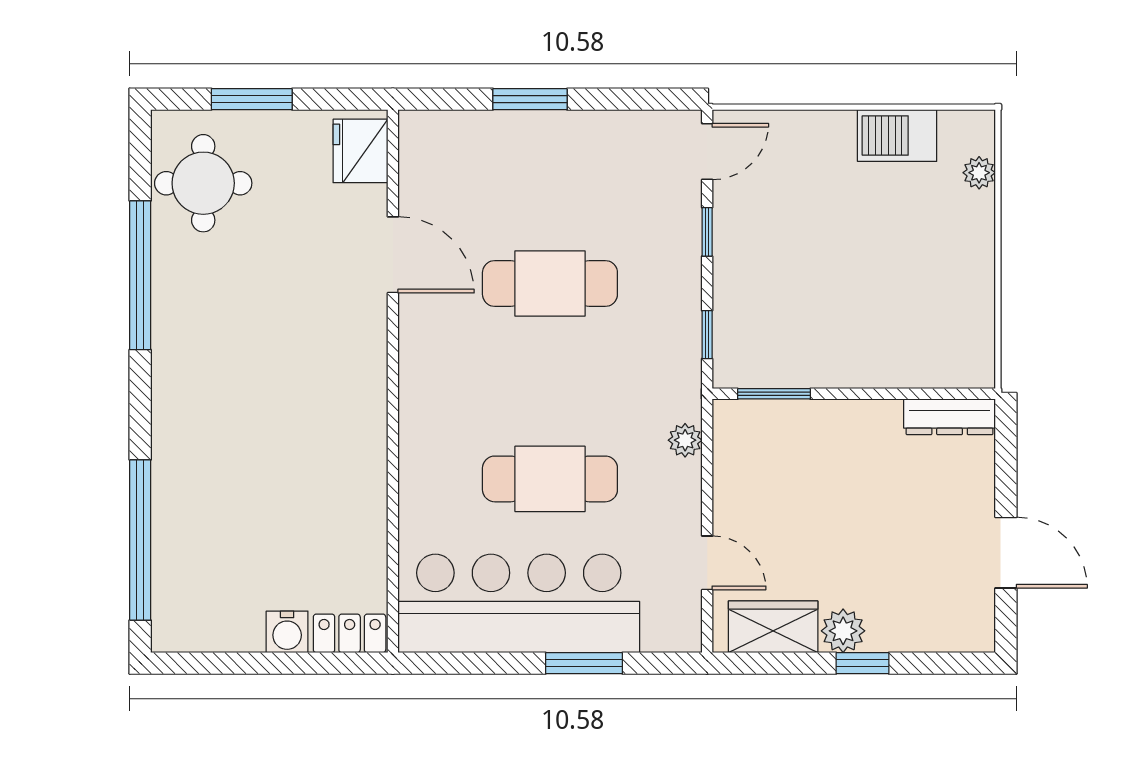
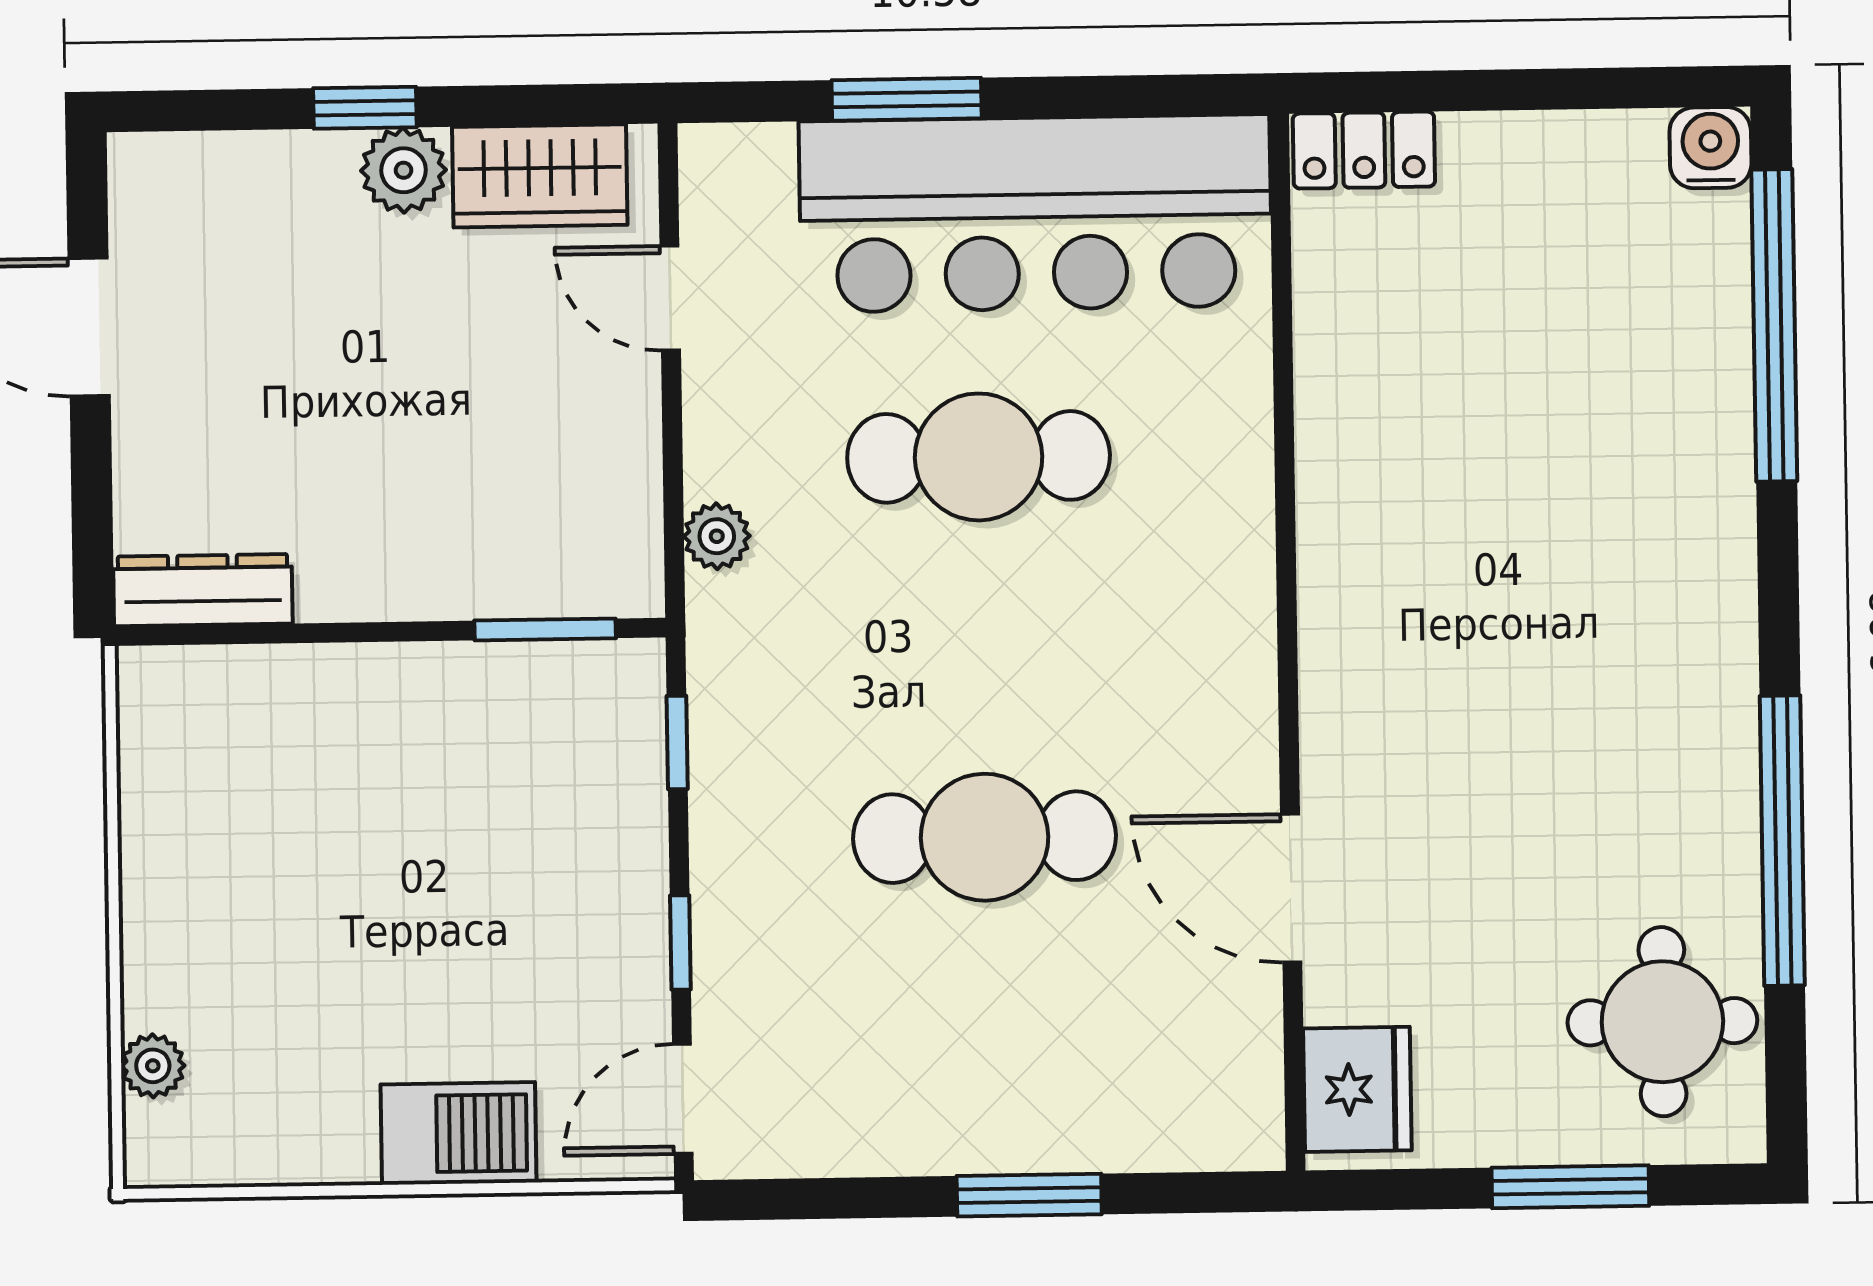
barbecue: (897, 136) -> (458, 1133), moved
water cooler: (287, 632) -> (1710, 148), moved

